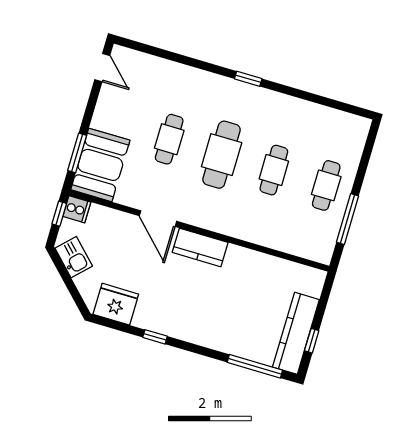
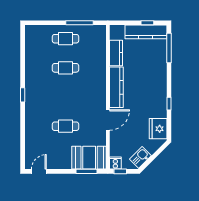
cafe table: (222, 155) -> (65, 97), removed
kitchen counter: (200, 247) -> (116, 87), width x1.50
kitchen counter: (274, 269) -> (116, 53), added

